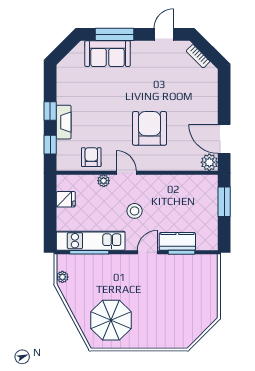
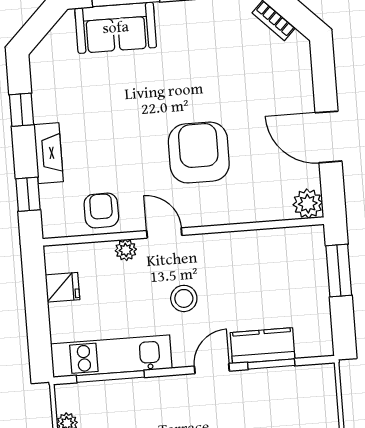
window: (50, 111) -> (21, 110), moved
door: (224, 139) -> (329, 137), moved

